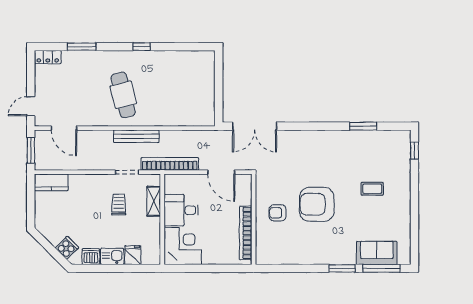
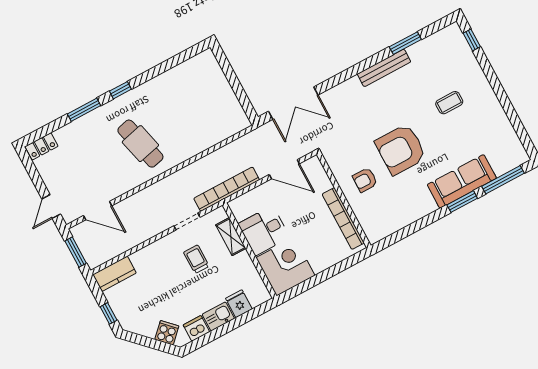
window: (81, 47) -> (84, 110), moved
window: (142, 47) -> (120, 90), moved
bench: (136, 136) -> (384, 68), moved
window: (31, 210) -> (109, 313), added
sofa: (377, 253) -> (462, 181), moved, width x1.36

